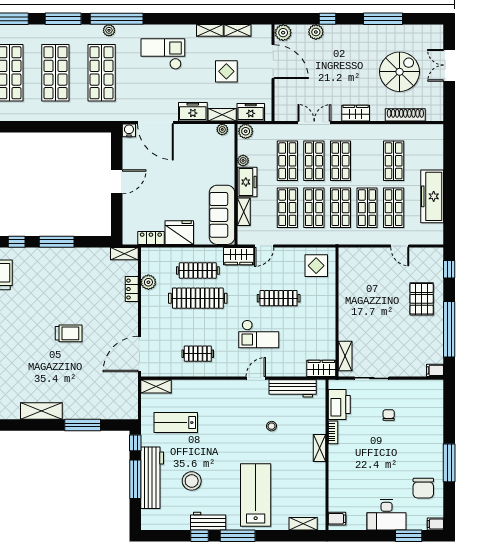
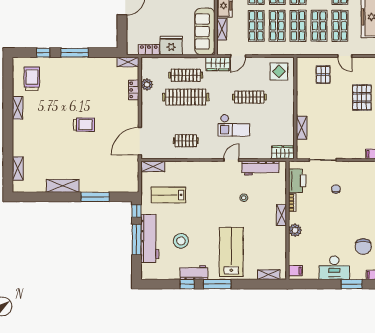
pallet: (372, 270) -> (323, 75), added
shelving: (345, 356) -> (302, 128), moved
plant: (337, 467) -> (295, 230), added

